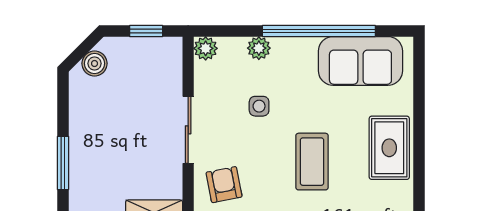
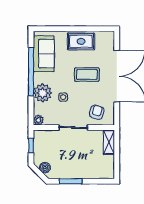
plant: (259, 48) -> (43, 93), width x1.87, depth x1.87
window: (63, 163) -> (71, 181), moved
armchair: (224, 185) -> (97, 112), turned 117

